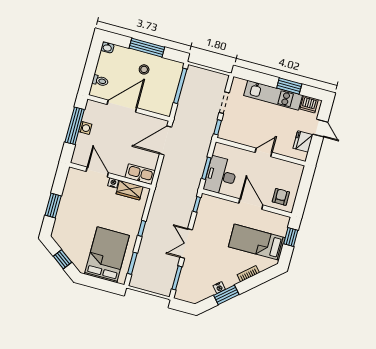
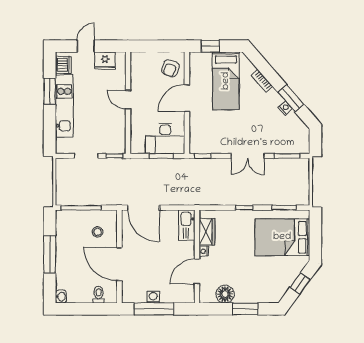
stool: (144, 69) -> (98, 232), moved
floor lamp: (71, 191) -> (225, 294), added
armchair: (281, 197) -> (170, 68), turned -69

